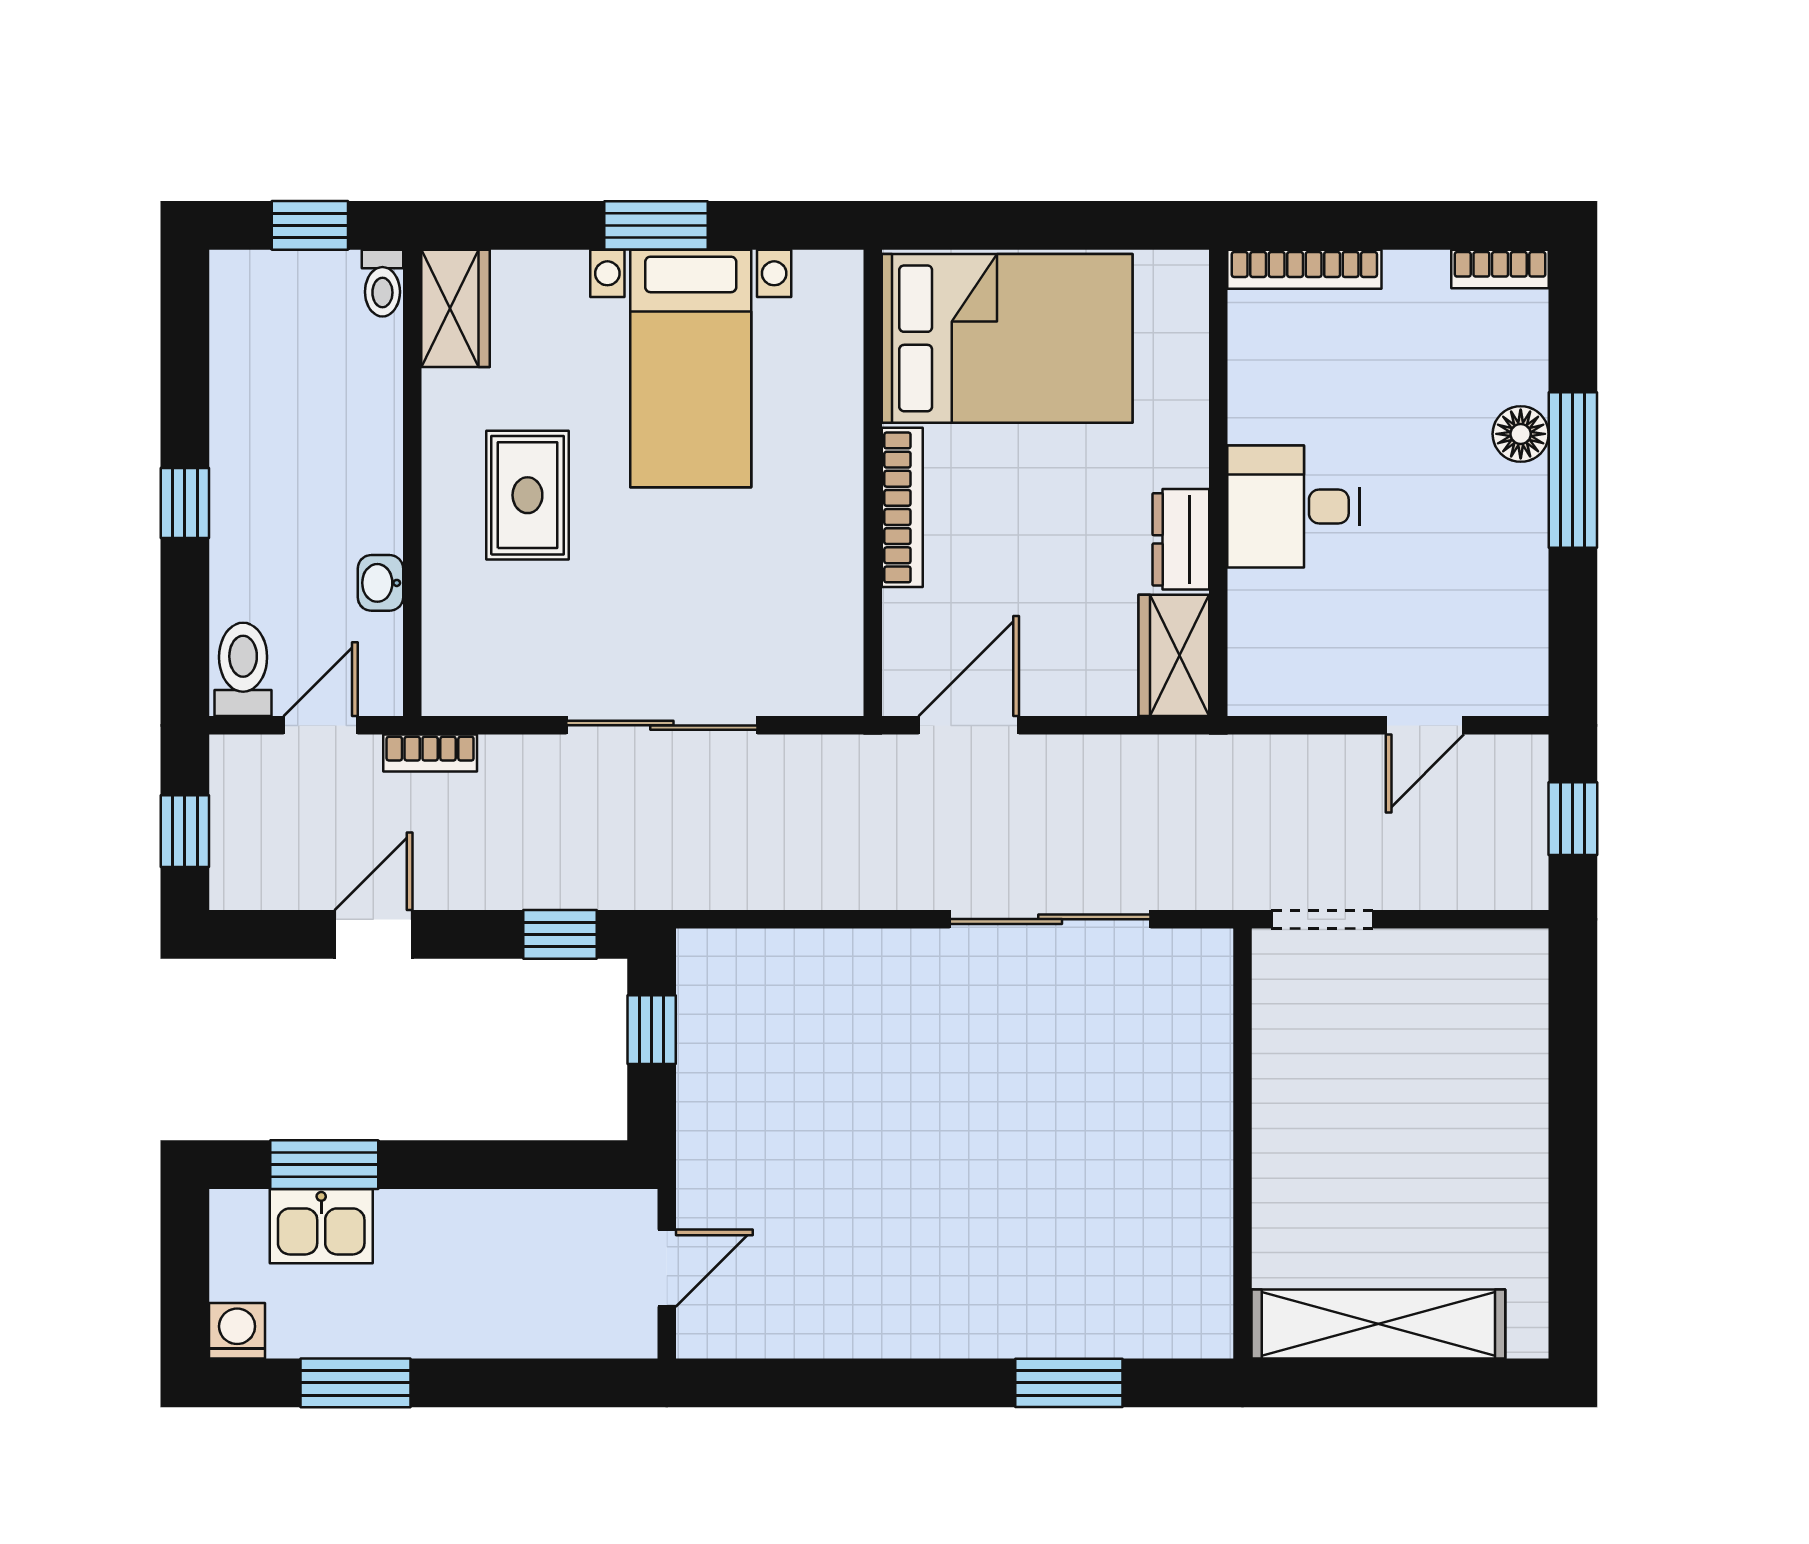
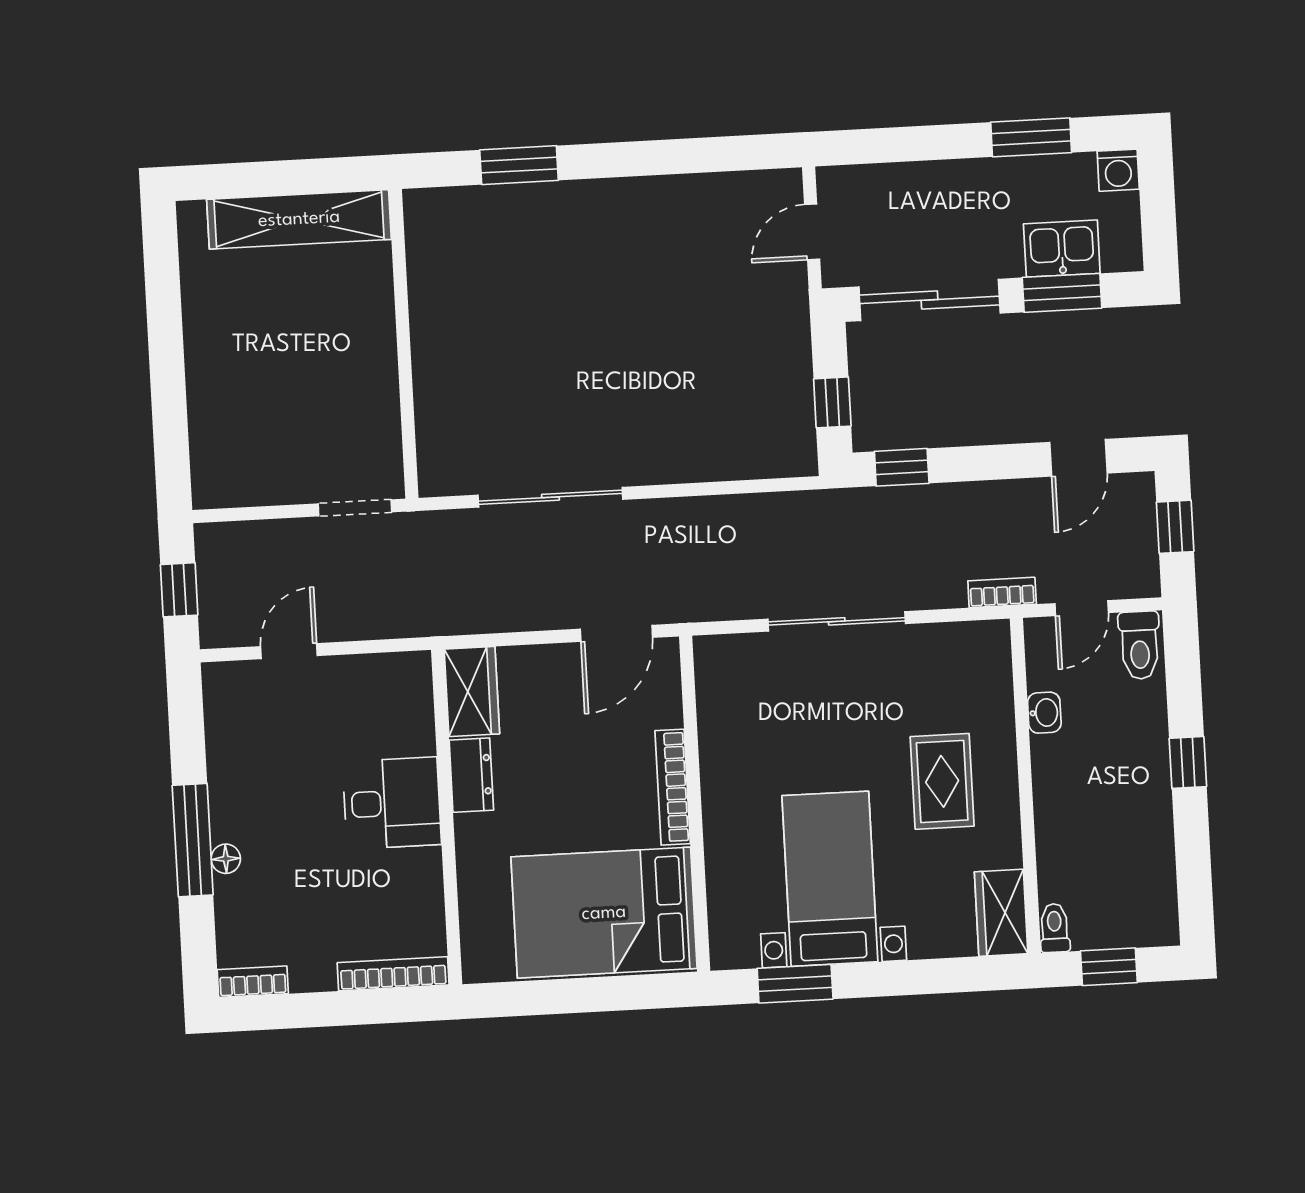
window: (656, 225) -> (795, 984), moved
floor lamp: (1521, 434) -> (226, 859), width x0.73, depth x0.73
door: (373, 934) -> (1078, 458), moved
sliding door: (509, 1165) -> (930, 300), added

